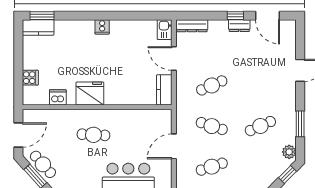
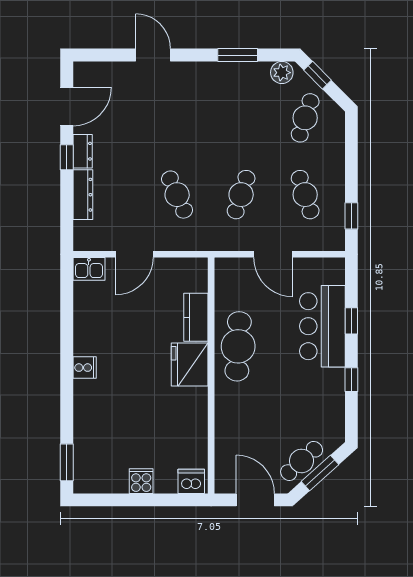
dresser: (192, 26) -> (83, 195), moved
kitchen counter: (38, 27) -> (85, 469), removed
cooker: (30, 78) -> (141, 481), moved
kitchen counter: (164, 90) -> (196, 317), moved, turned 90
fridge: (90, 93) -> (190, 365), moved
dishwasher: (58, 97) -> (191, 481), moved, turned 90
cafe table: (260, 126) -> (305, 118), moved, turned 42
cafe table: (93, 135) -> (238, 346), moved, width x1.37, depth x1.35

